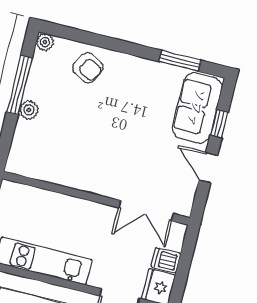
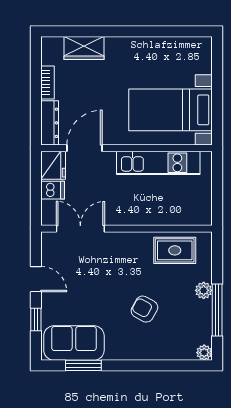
armchair: (88, 68) -> (144, 309), moved
sofa: (197, 108) -> (74, 343), moved, turned -90
rug: (49, 161) -> (175, 250), added

